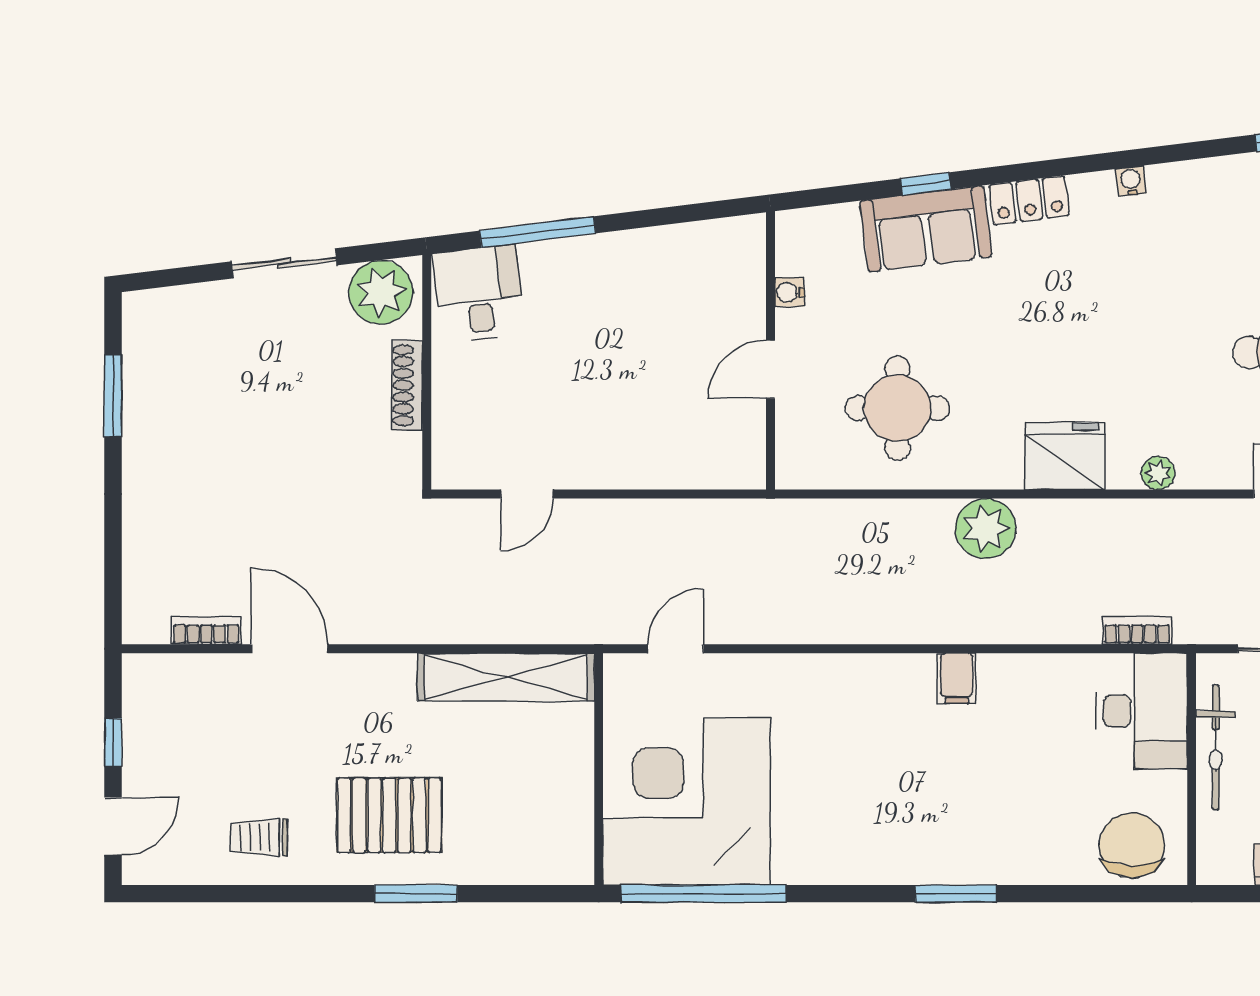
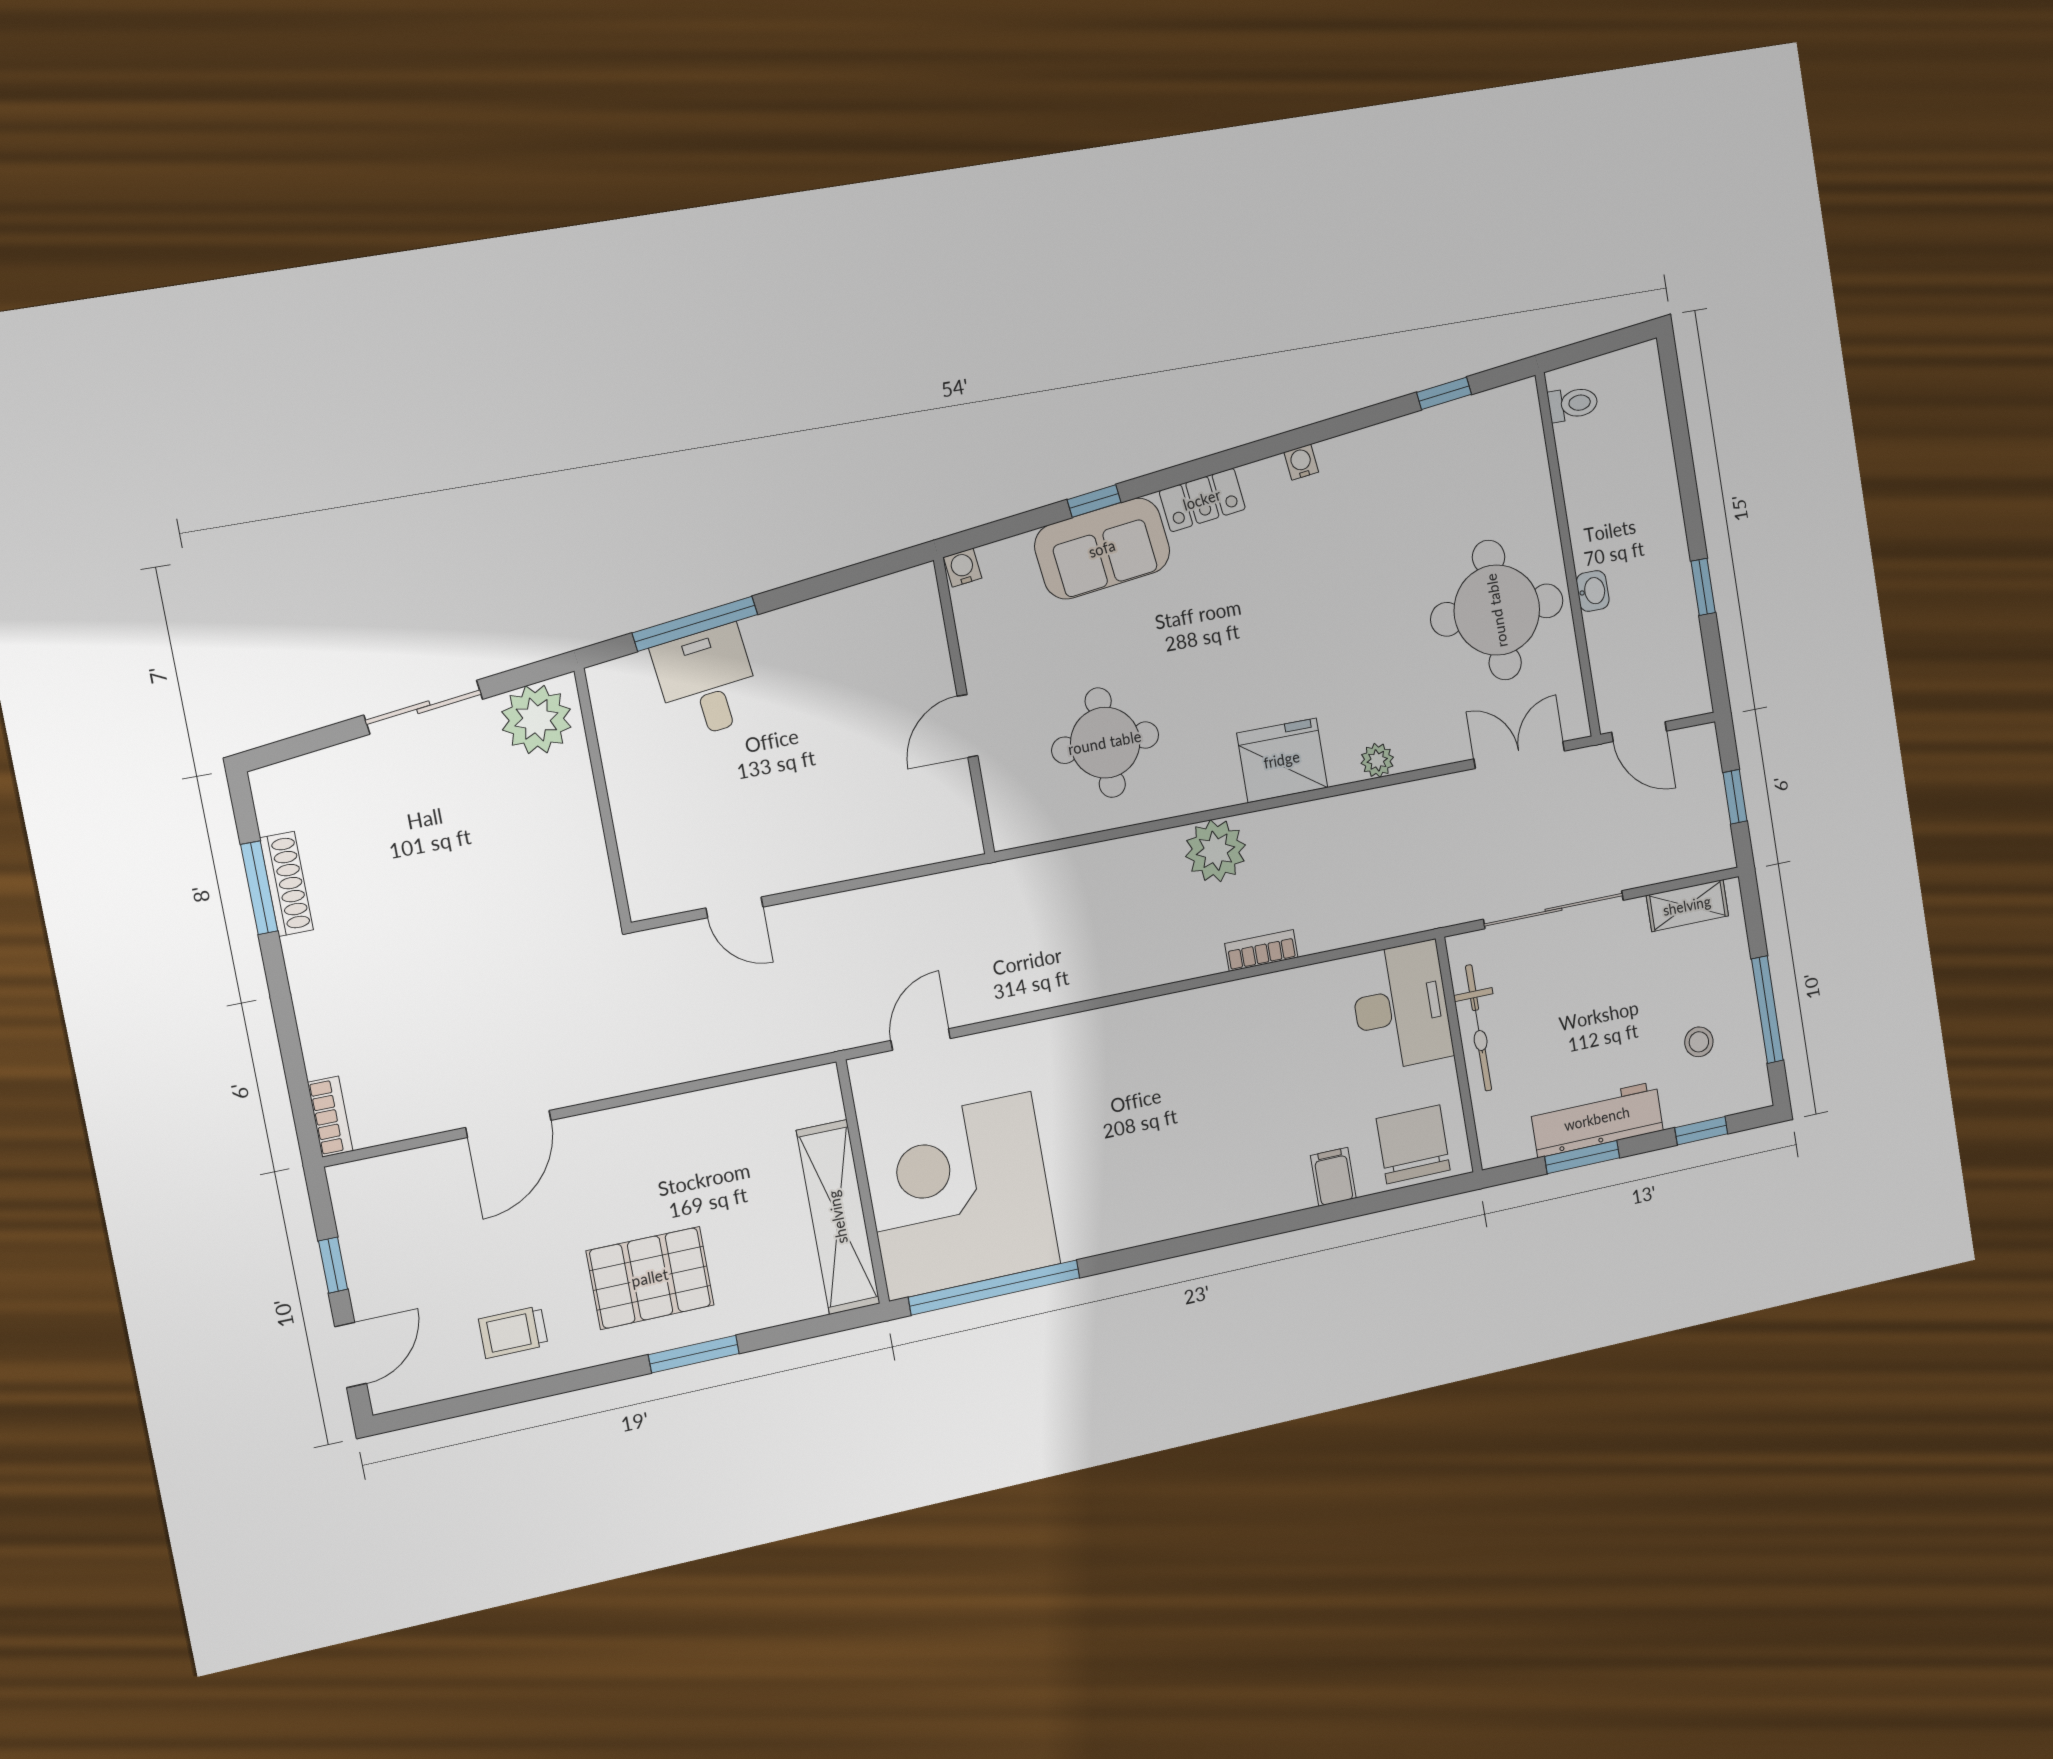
water cooler: (789, 292) -> (963, 568), moved, turned 83
desk: (479, 294) -> (707, 682), moved
shoe rack: (407, 385) -> (286, 884), moved, turned 180
door: (527, 494) -> (734, 907), hinge flipped
bookcase: (206, 631) -> (330, 1117), moved, turned 90
bookcase: (1137, 631) -> (1261, 950), moved
door: (289, 649) -> (508, 1124), swing flipped
shelving: (506, 677) -> (838, 1217), moved, turned 90
filing cabinet: (957, 678) -> (1333, 1177), moved, turned 180
window: (956, 894) -> (1249, 1231), removed

